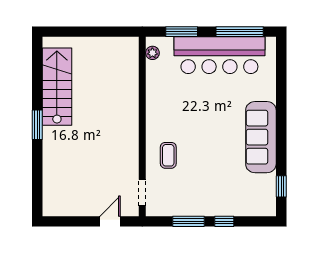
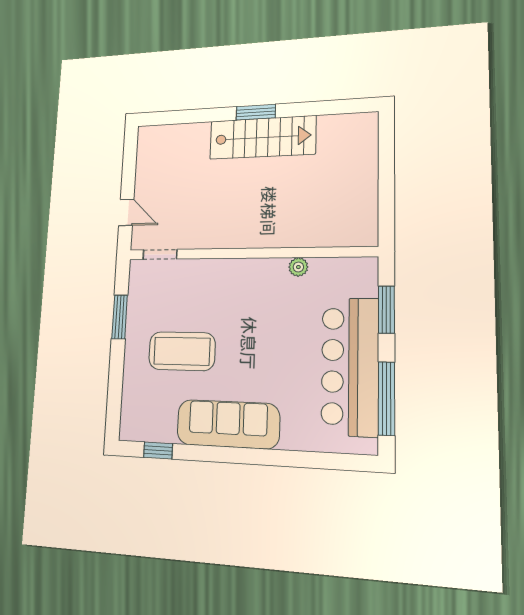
plant: (152, 53) -> (298, 267), moved
stairs: (57, 87) -> (262, 137), moved
coffee table: (168, 155) -> (182, 351), moved, width x1.86, depth x1.72
window: (224, 221) -> (116, 366), removed

